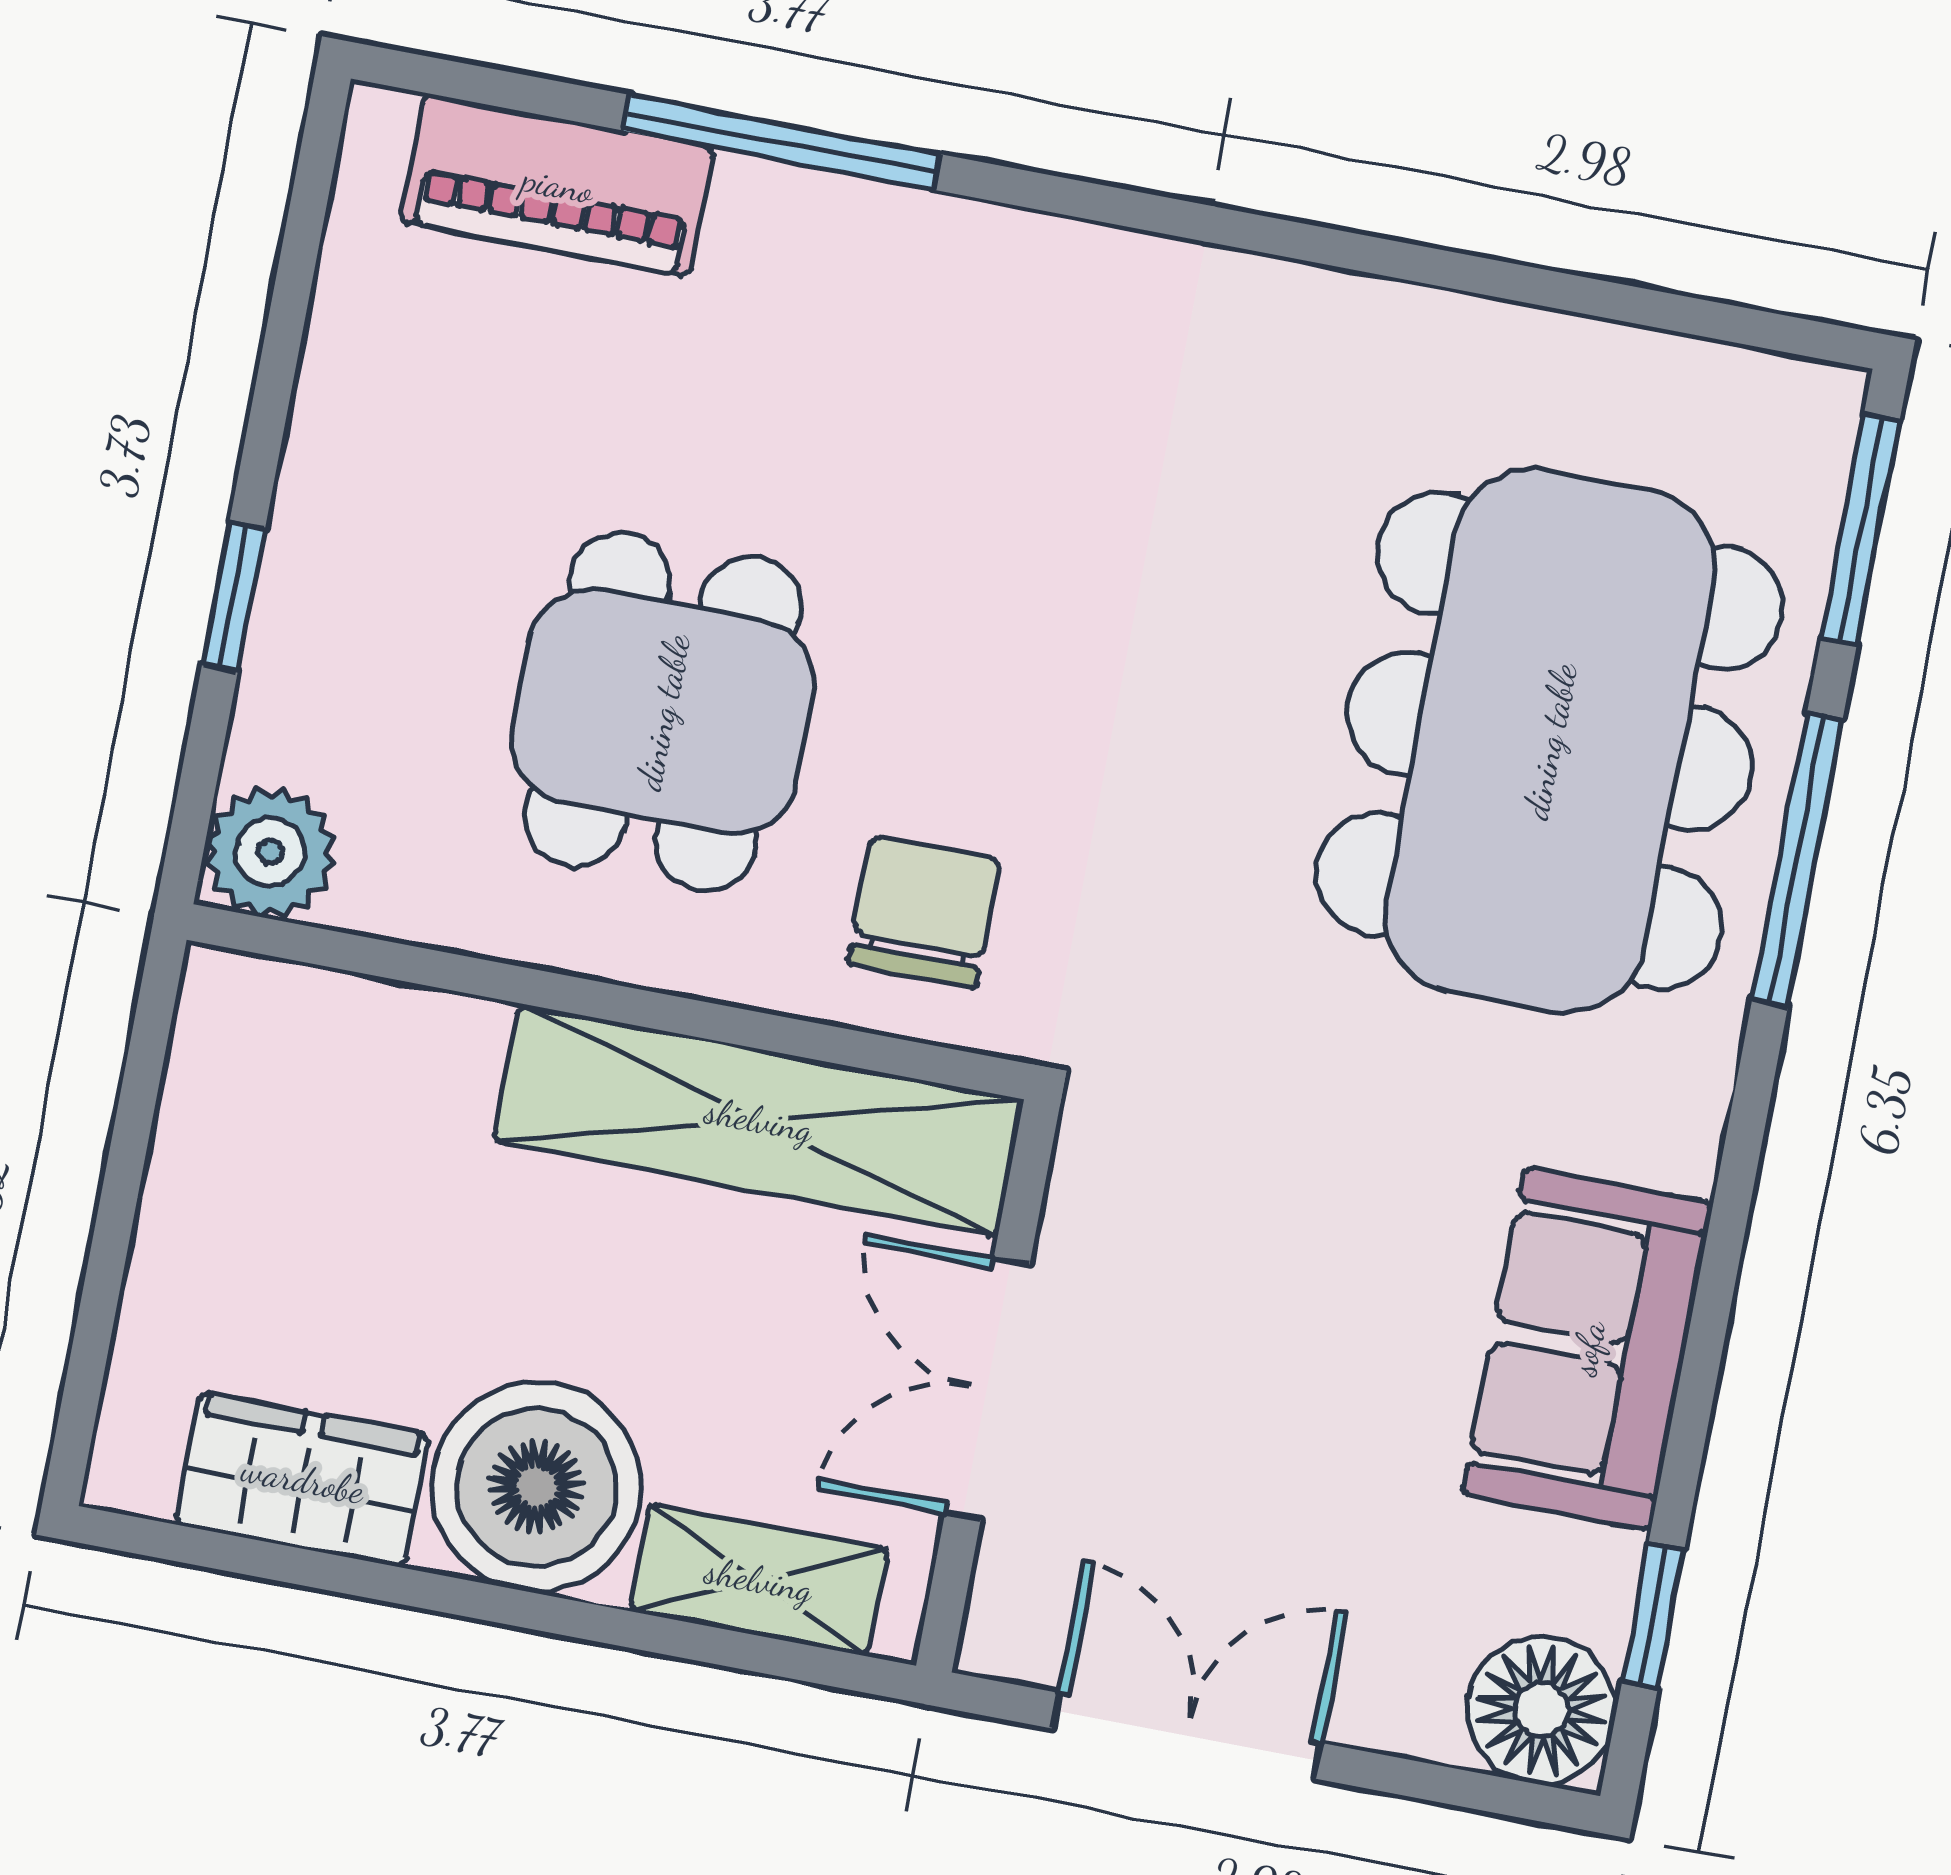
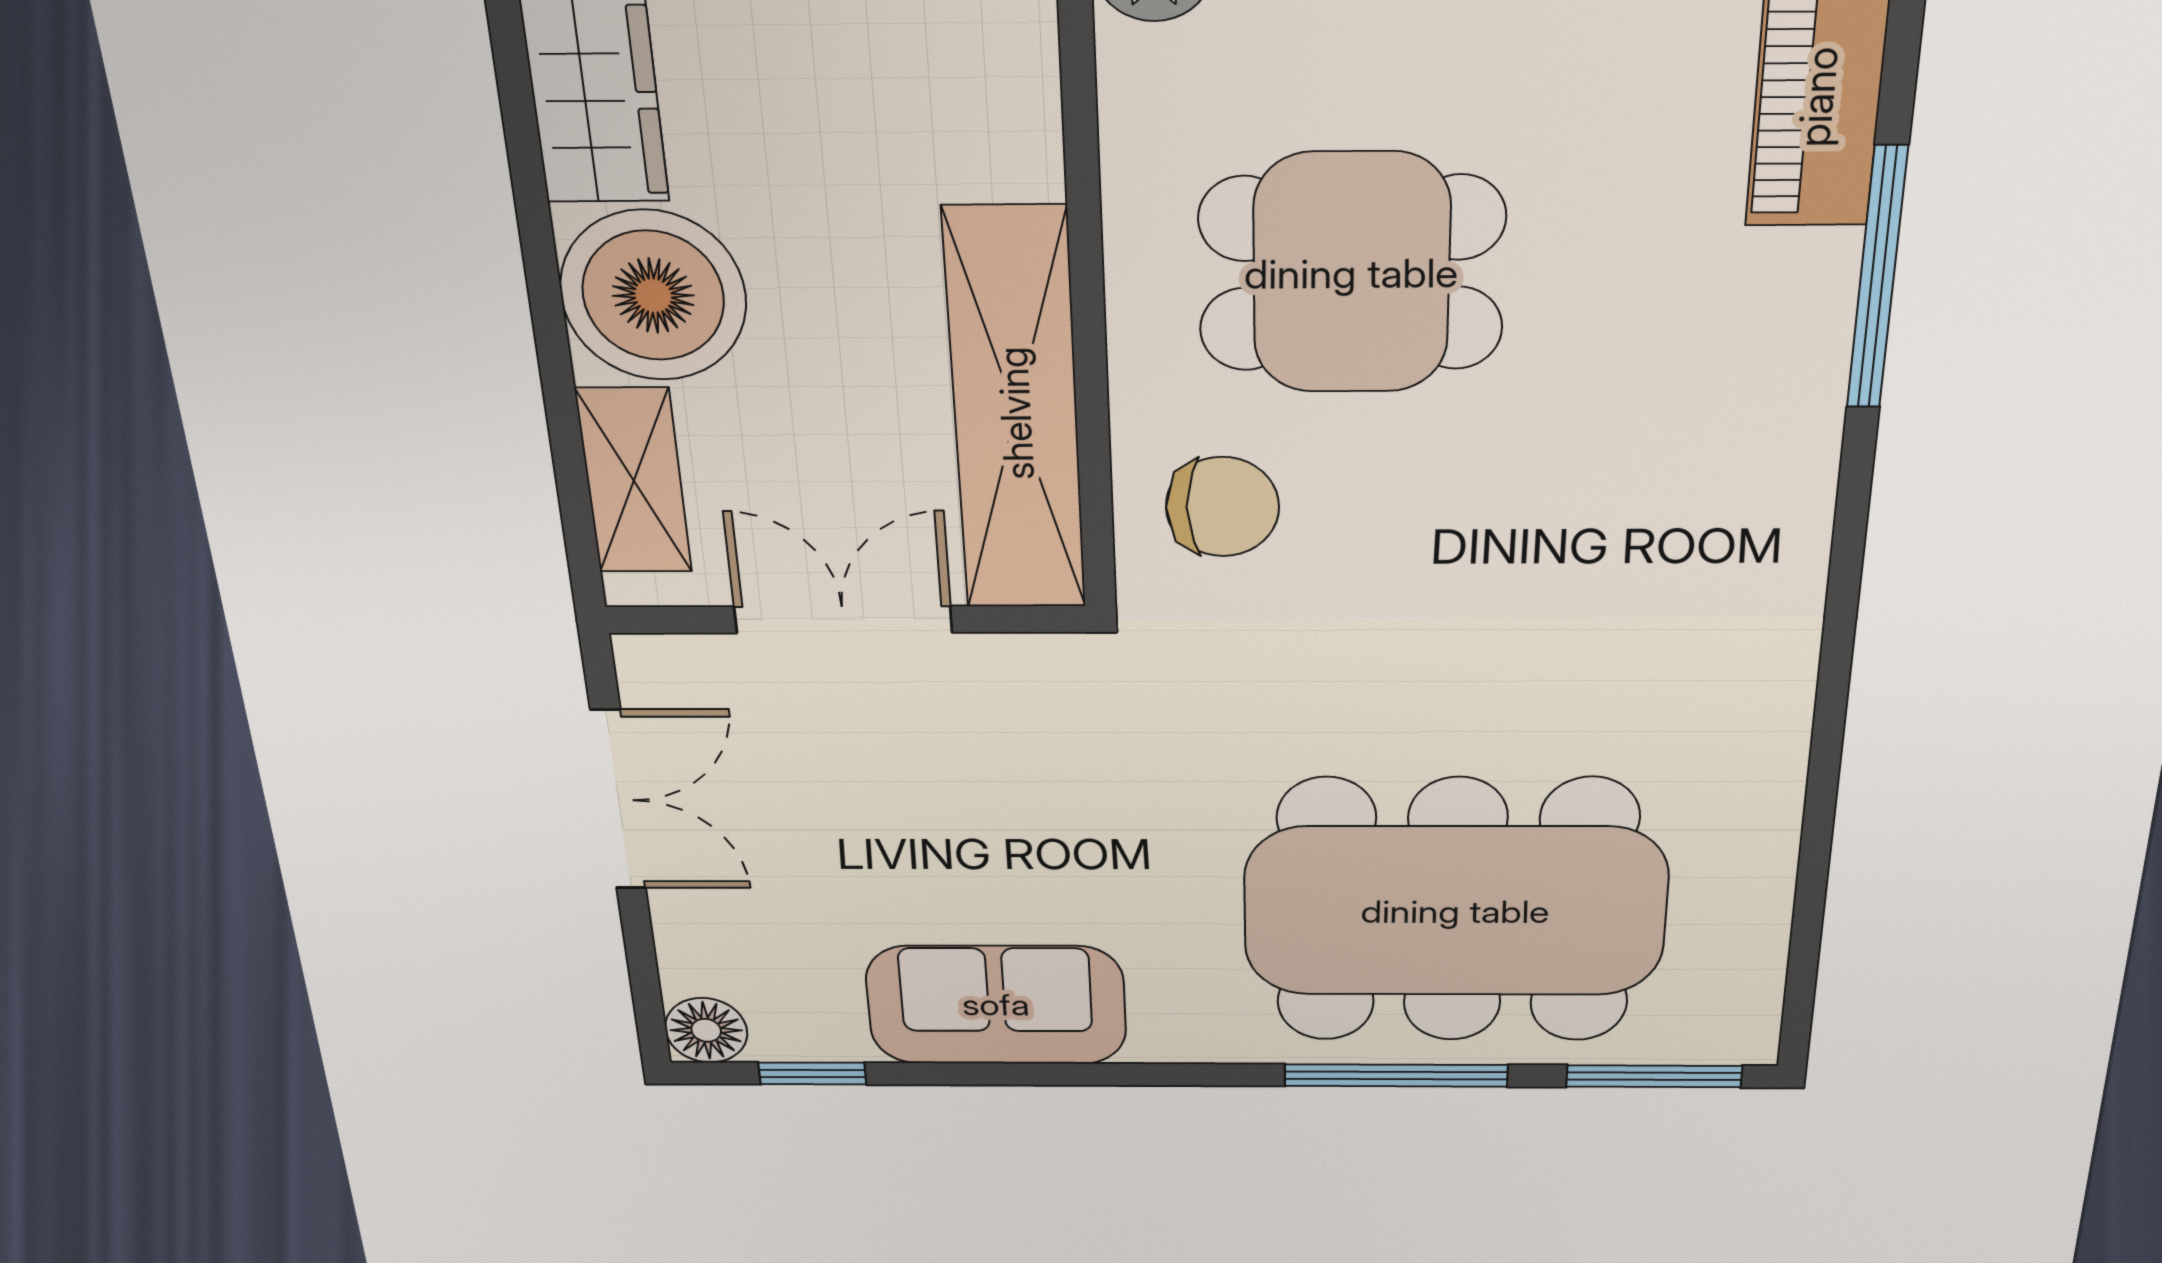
floor lamp: (1542, 1710) -> (706, 1030), width x0.73, depth x0.73

